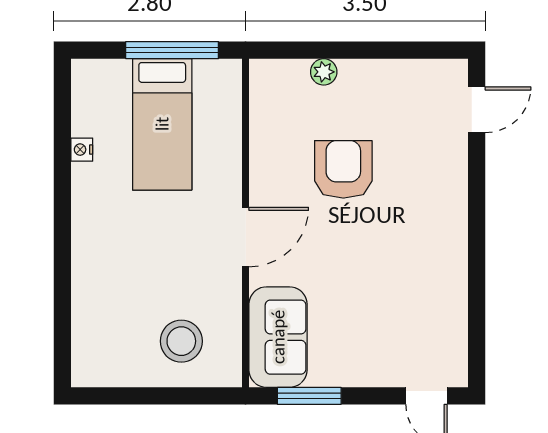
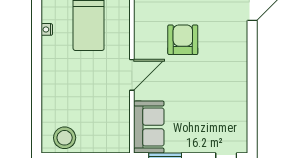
stool: (181, 341) -> (65, 138), moved

